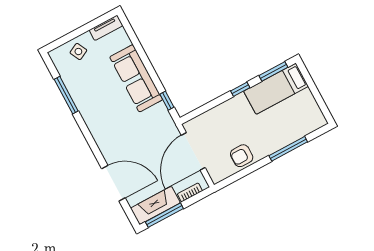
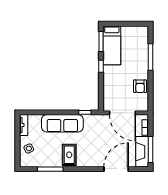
rug: (99, 110) -> (69, 155), added

